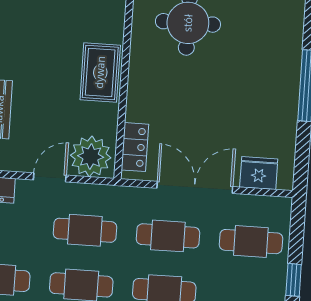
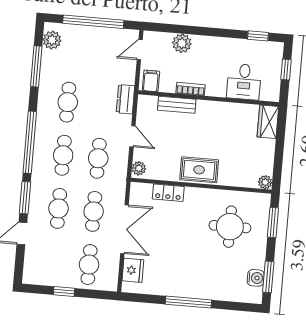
locker: (135, 147) -> (168, 193), moved
plant: (91, 156) -> (139, 168), width x0.53, depth x0.53

